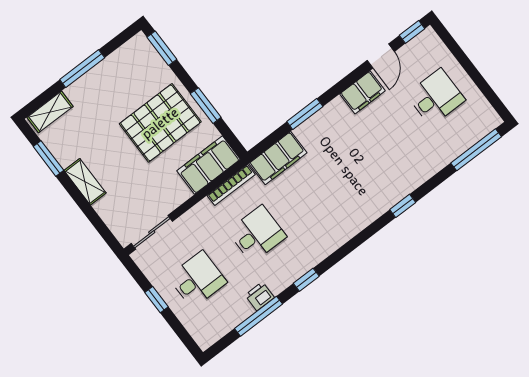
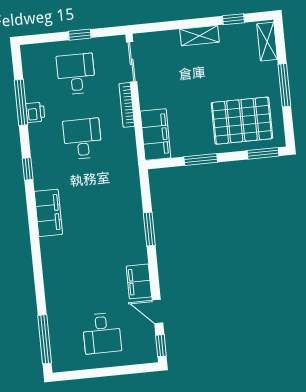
pallet: (160, 123) -> (242, 121), moved, turned 90
window: (48, 158) -> (233, 19), width x0.67
filing cabinet: (278, 158) -> (48, 213), moved, turned 180
bookcase: (231, 185) -> (127, 105), moved
window: (403, 206) -> (37, 259), removed
desk: (257, 234) -> (82, 139), turned 180
desk: (197, 280) -> (76, 74), turned 180
window: (306, 280) -> (28, 169), moved

